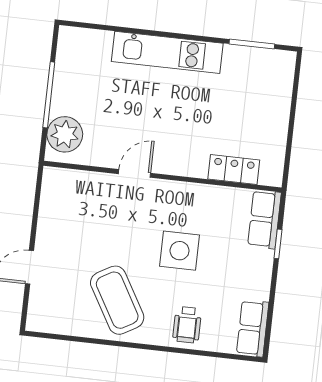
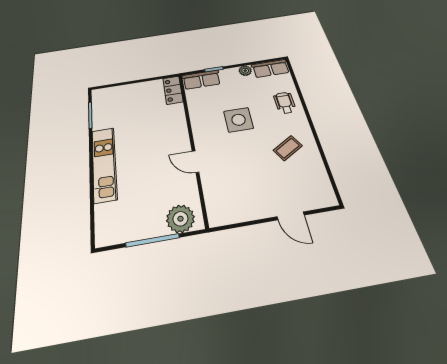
locker: (234, 170) -> (173, 90), moved
plant: (261, 290) -> (245, 71), added
coffee table: (117, 300) -> (288, 148), width x0.54, depth x0.58
wheelchair: (187, 325) -> (285, 103), turned -90

